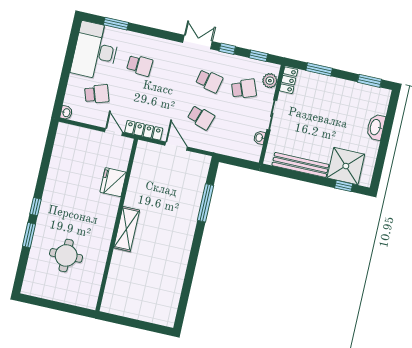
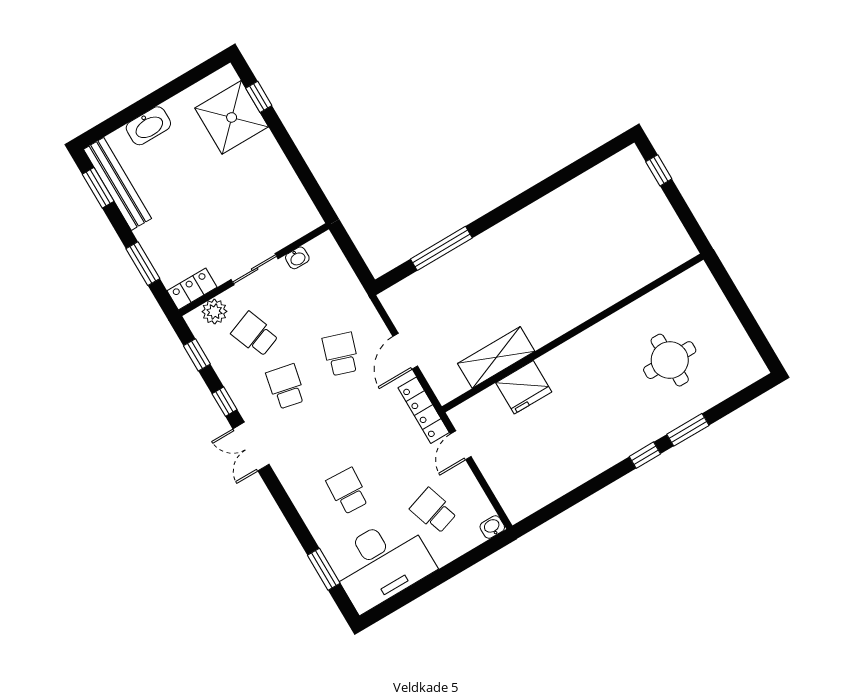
bench: (300, 165) -> (117, 184), moved
shelving: (127, 229) -> (496, 357), moved
window: (151, 327) -> (659, 170), added

